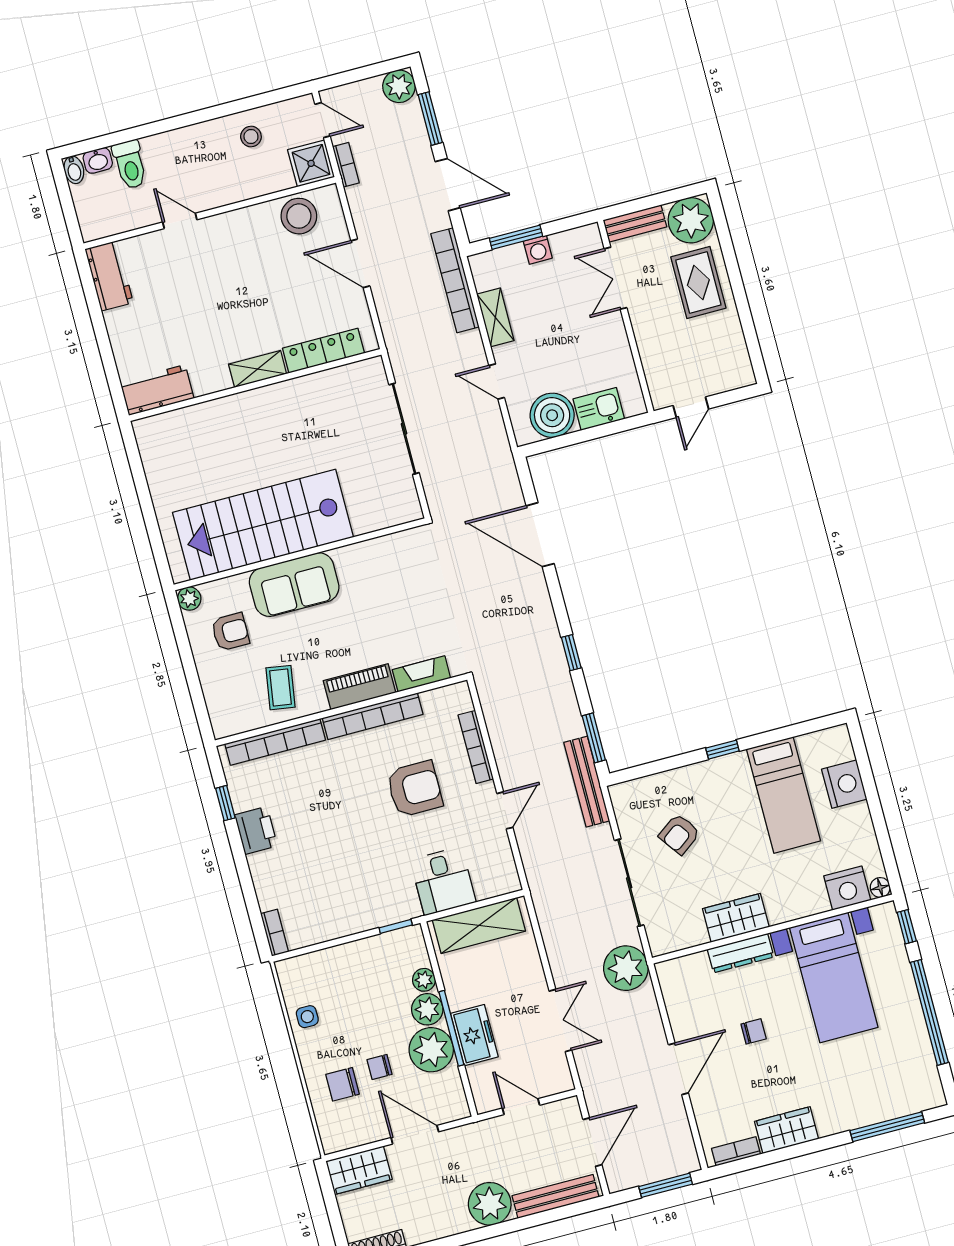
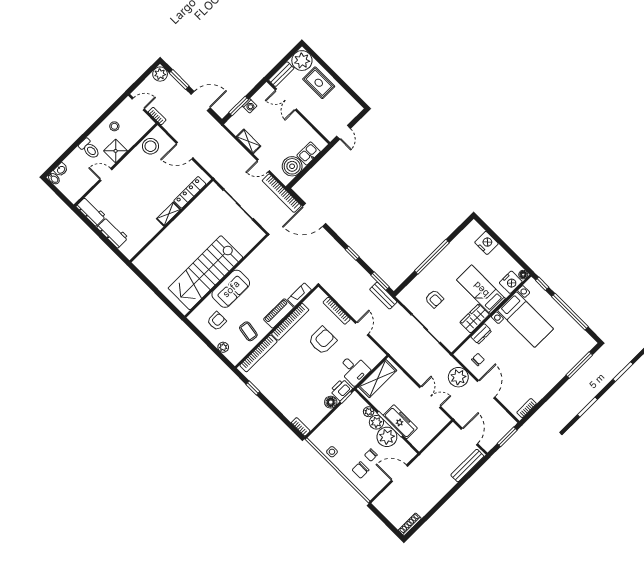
shower: (311, 163) -> (116, 151), moved
toilet: (130, 165) -> (89, 149), moved
bookcase: (455, 280) -> (282, 193), moved
workbench: (157, 390) -> (113, 233), moved, turned 90
plant: (189, 599) -> (223, 347), moved
window: (722, 750) -> (432, 257), width x3.17
bench: (587, 782) -> (383, 296), width x0.73
bed: (784, 795) -> (481, 289), moved, turned 180
printer: (256, 830) -> (341, 390), moved, turned -90
armchair: (679, 834) -> (434, 299), turned -54
floor lamp: (361, 919) -> (331, 402), added
dresser: (741, 953) -> (481, 334), width x0.70
plant: (626, 968) -> (458, 377), moved
chair: (754, 1031) -> (478, 360), moved
freezer: (474, 1035) -> (400, 422), width x1.40
door: (521, 1107) -> (434, 439), removed
wardrobe: (786, 1130) -> (541, 389), removed
wardrobe: (359, 1170) -> (386, 499), removed
plant: (490, 1204) -> (444, 483), removed

